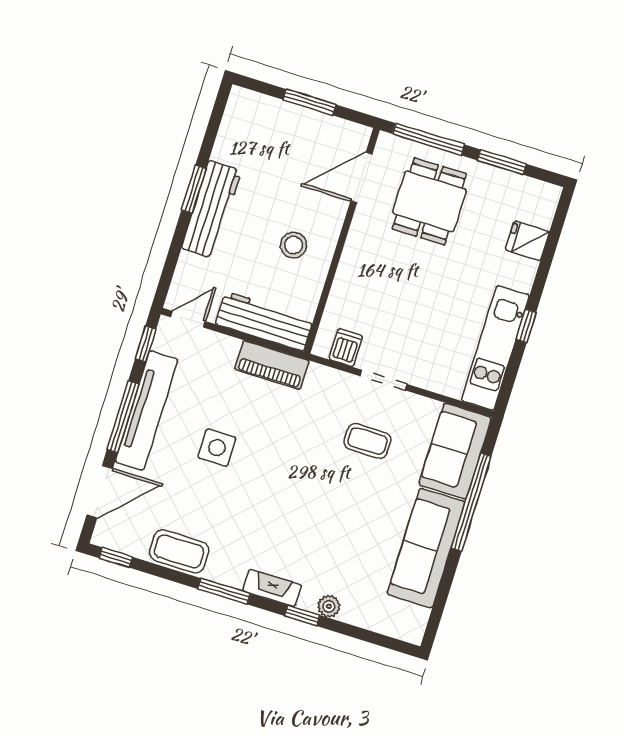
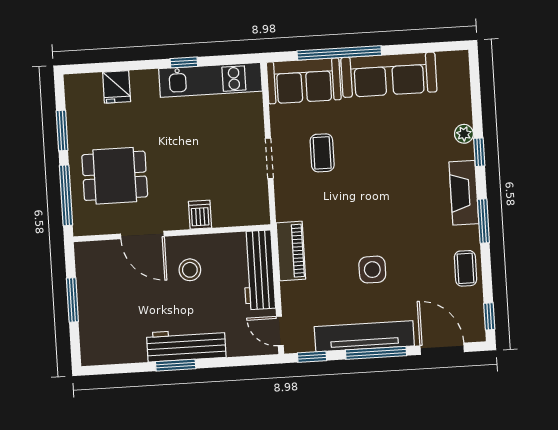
door: (361, 177) -> (142, 235), moved
dishwasher: (346, 348) -> (200, 215), moved, turned 90
coffee table: (179, 551) -> (465, 268), width x0.73, depth x0.77
fireplace: (272, 588) -> (464, 193), width x1.37, depth x1.32

